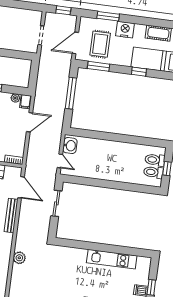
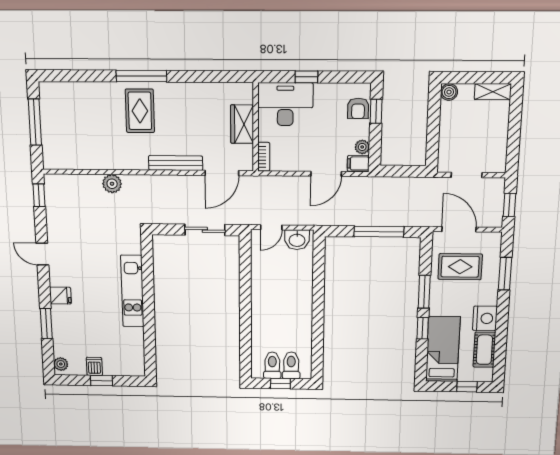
nightstand: (125, 30) -> (485, 318), moved
window: (98, 66) -> (424, 292), moved
door: (30, 122) -> (326, 174), hinge flipped
kitchen unit: (112, 259) -> (132, 291), moved

